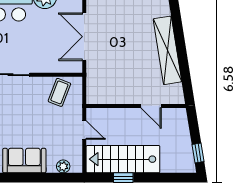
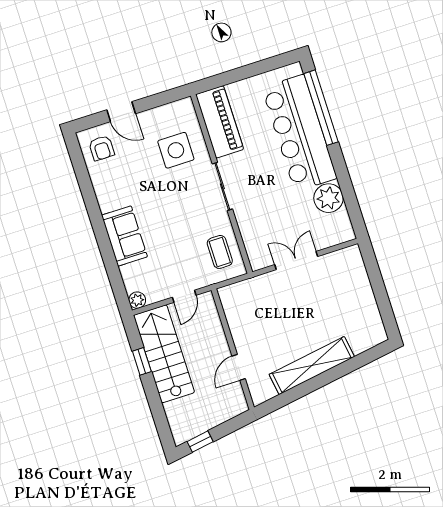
double door: (84, 37) -> (296, 261), width x0.73
coffee table: (59, 92) -> (220, 252), turned 69
plant: (63, 166) -> (137, 300), moved

